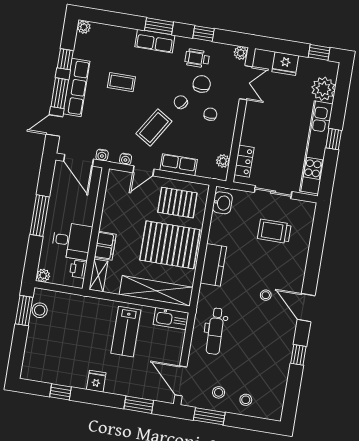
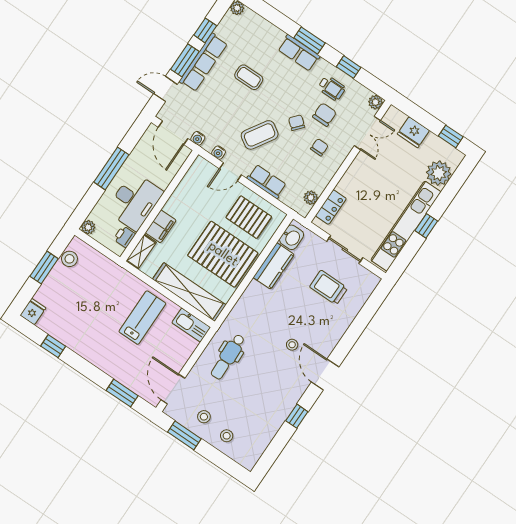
wheelchair: (197, 58) -> (332, 88), turned 180
desk: (72, 241) -> (135, 201), width x1.37
kitchen counter: (213, 265) -> (274, 266), moved
window: (24, 311) -> (44, 268), moved
lab bench: (126, 332) -> (142, 318), turned 180
fridge: (96, 381) -> (33, 312), moved

